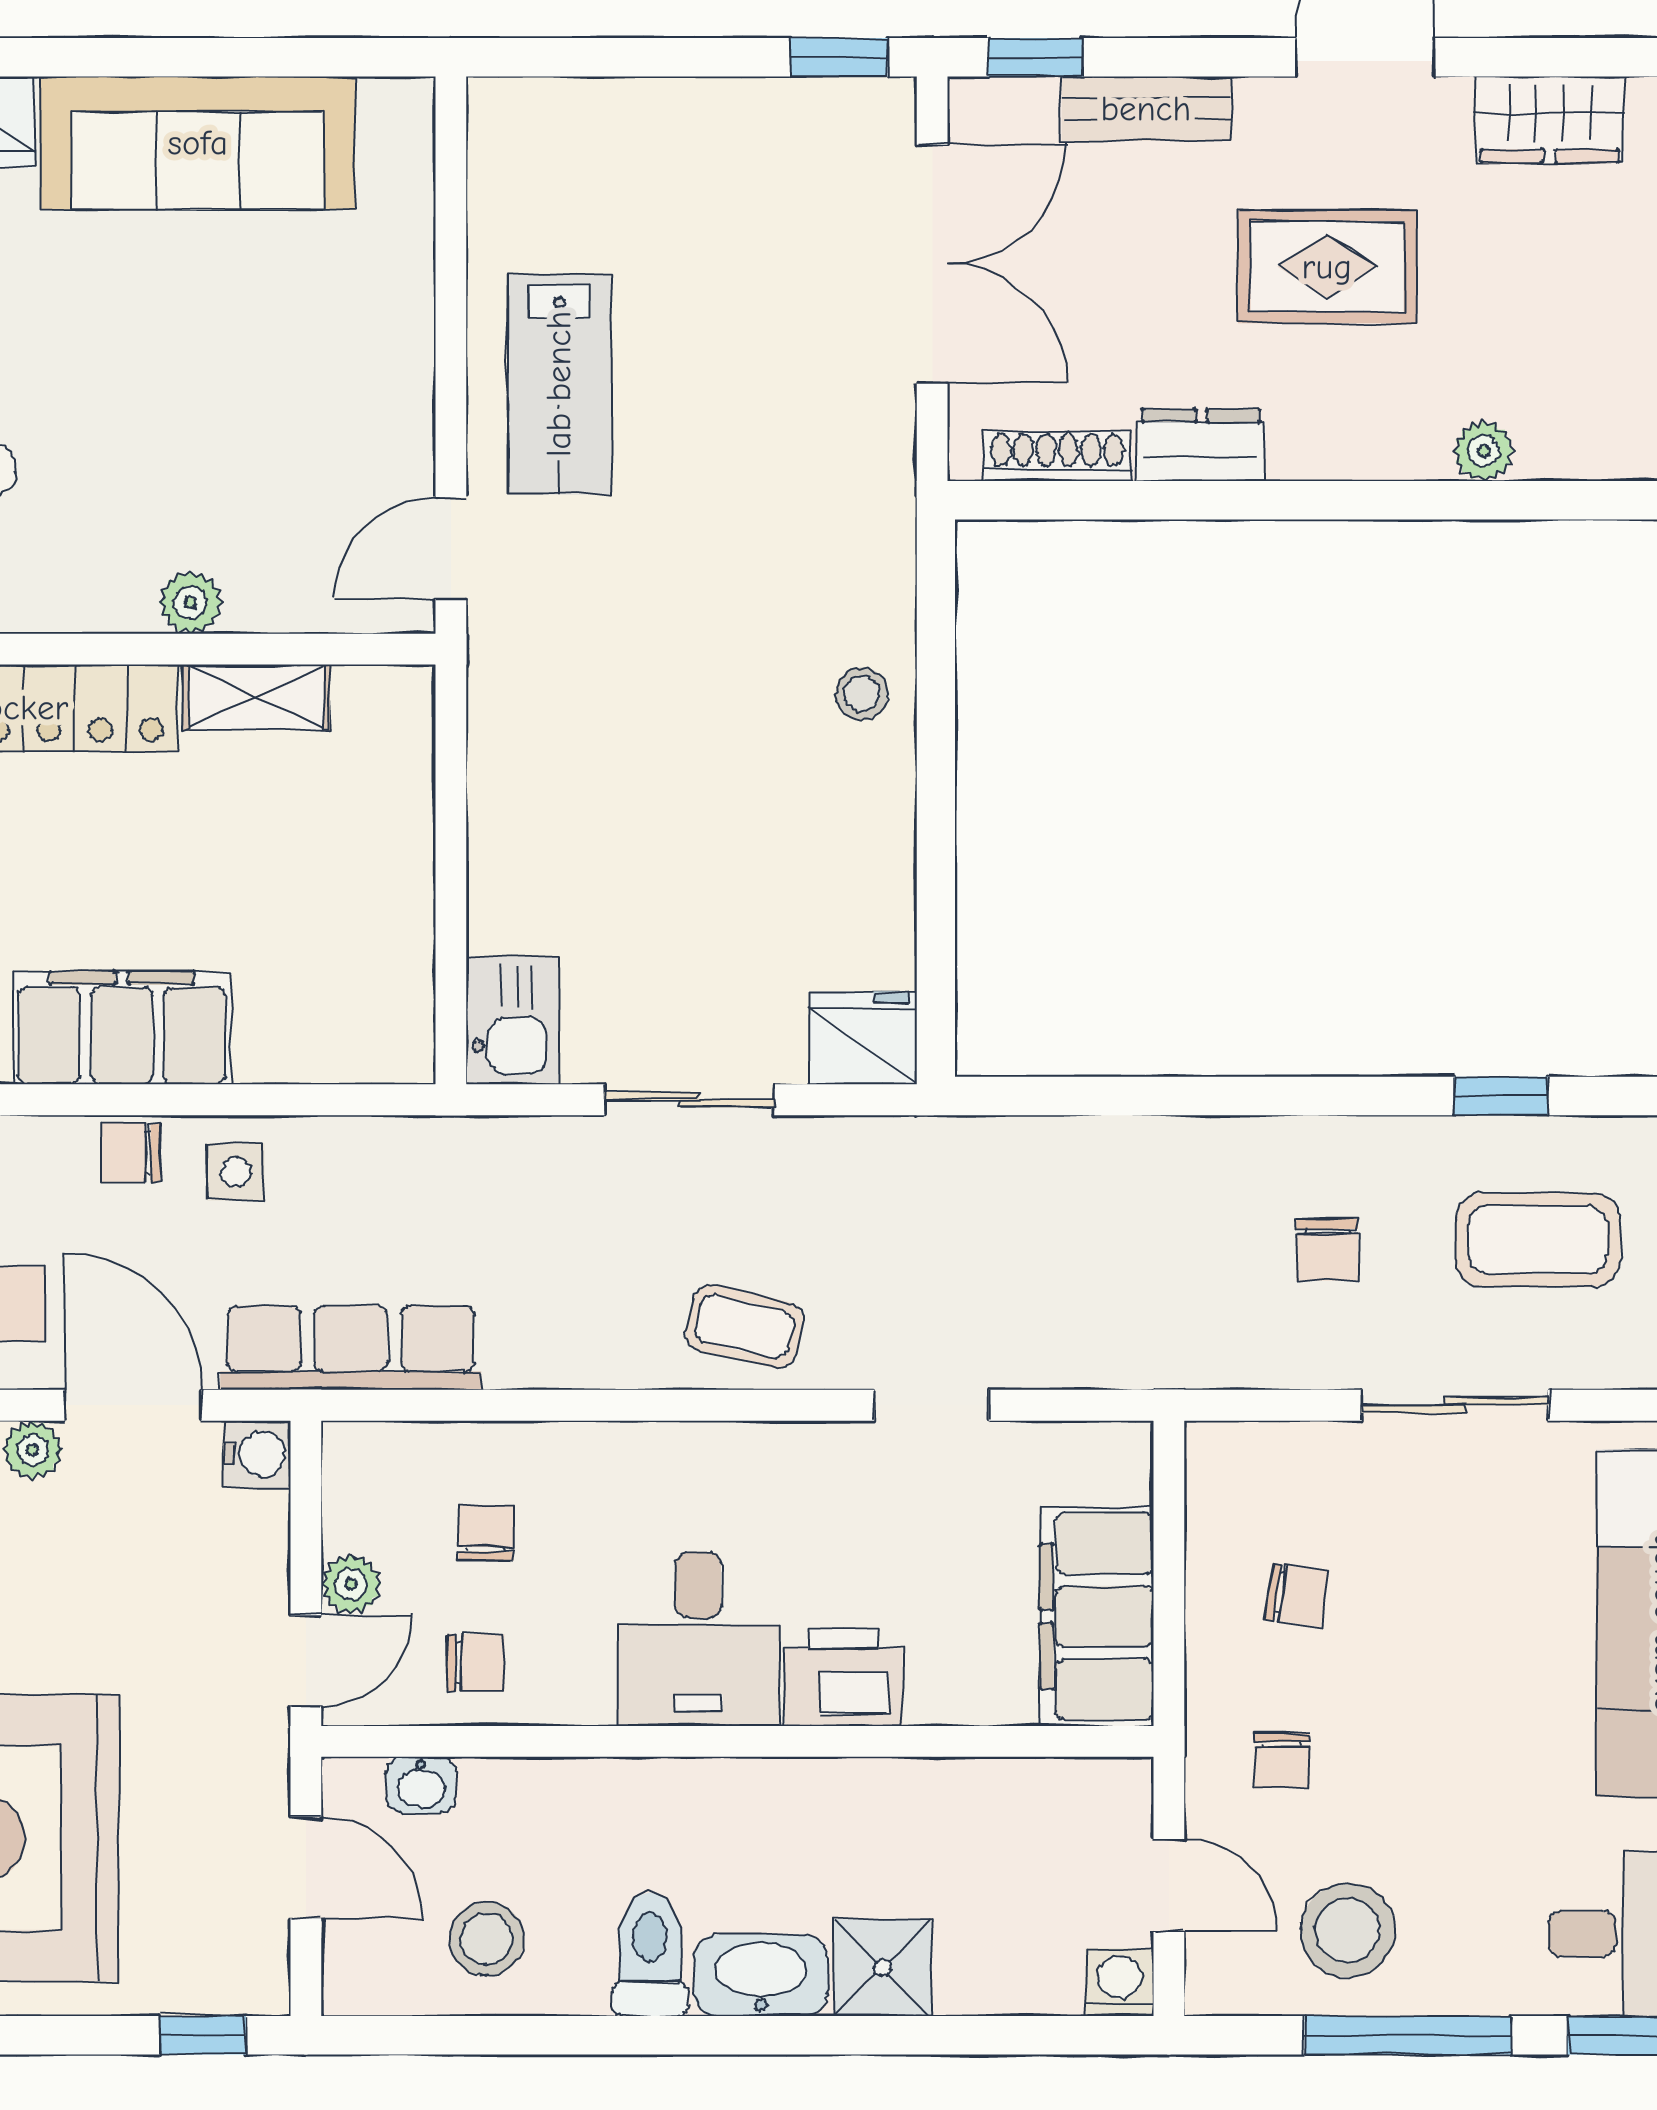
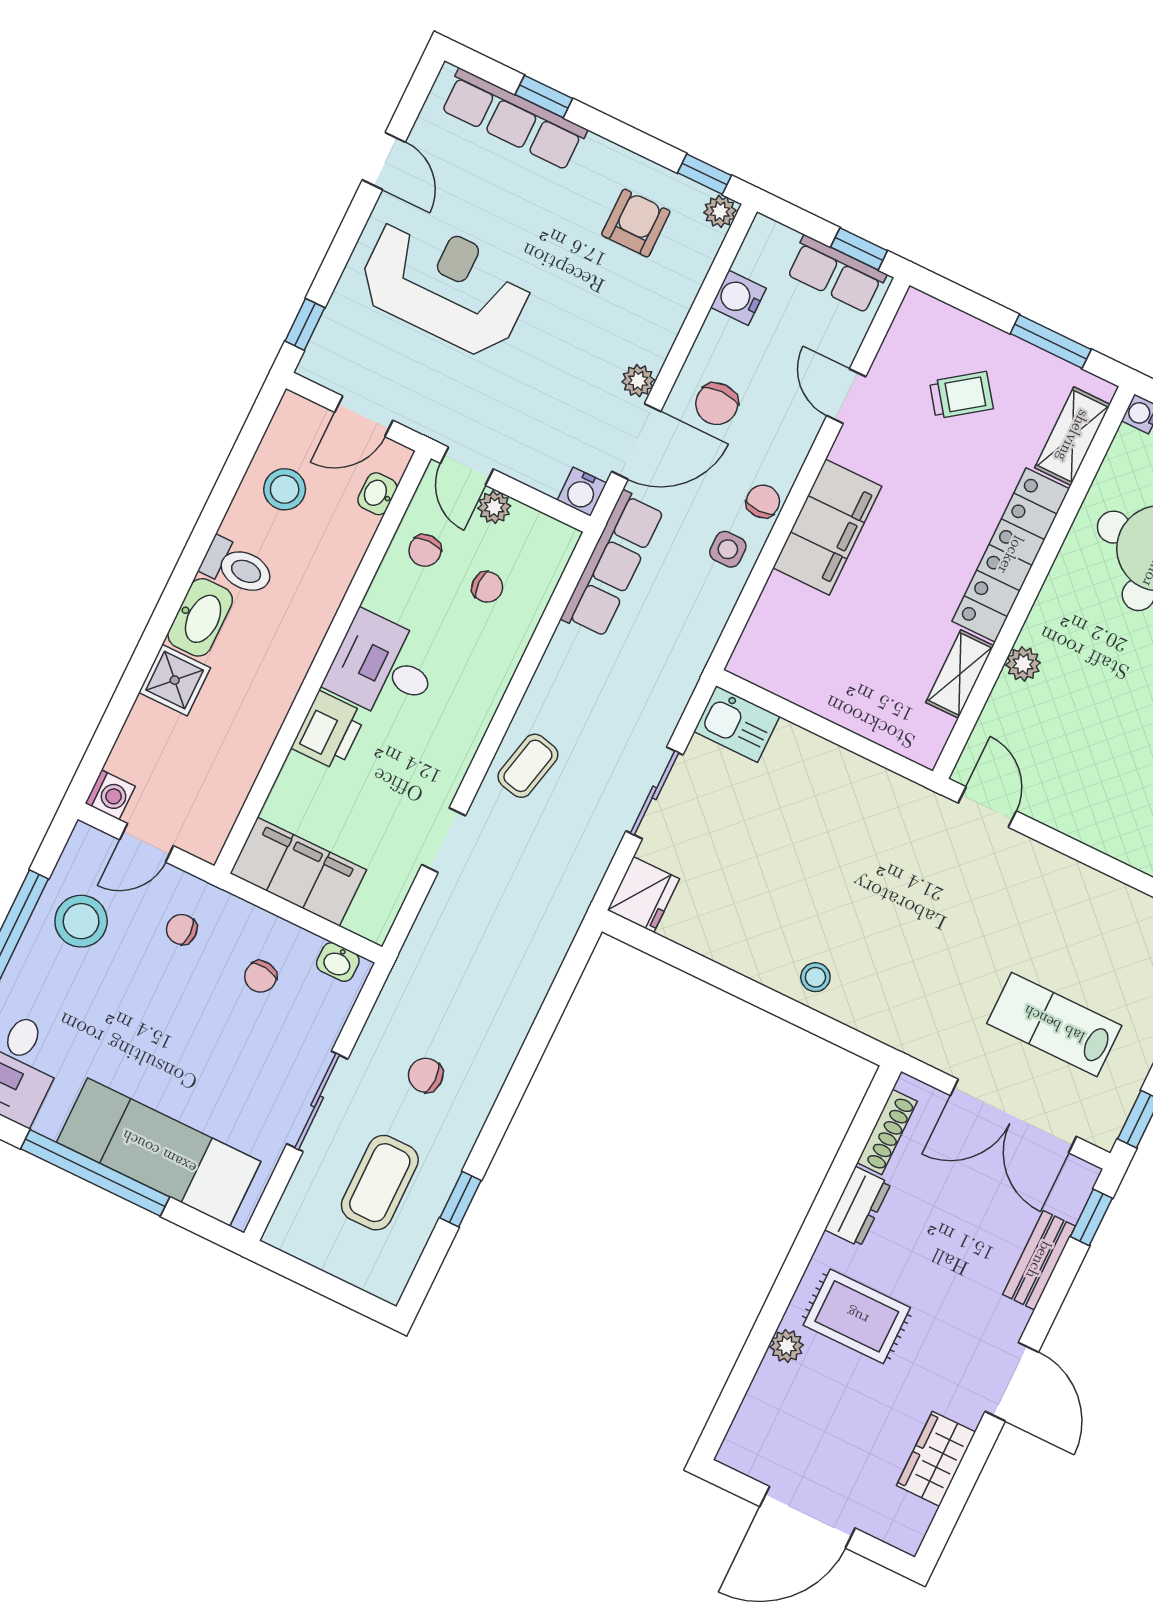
rug: (1327, 267) -> (857, 1316), moved, turned 90
lab bench: (559, 384) -> (1054, 1024), moved
washbasin: (1212, 1481) -> (338, 962), added

